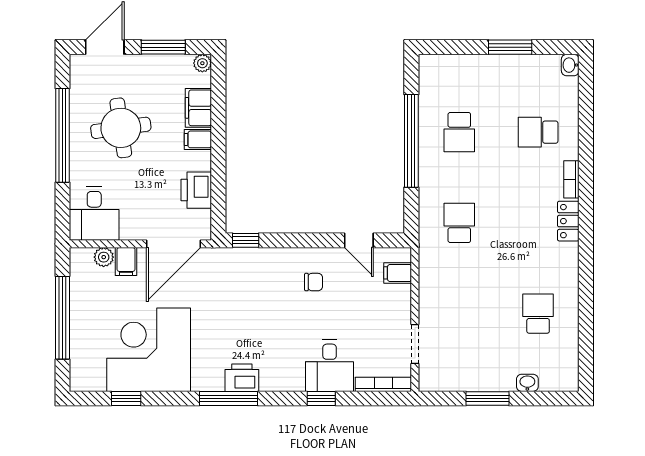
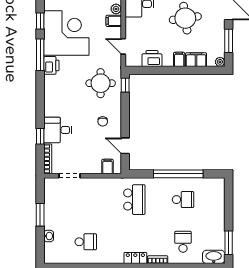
window: (510, 47) -> (229, 243), moved
washbasin: (570, 65) -> (214, 257), width x1.91, depth x1.45
school desk: (459, 132) -> (183, 200), turned 180
school desk: (459, 223) -> (134, 200), width x1.85
door: (359, 240) -> (125, 146), hinge flipped
door: (173, 244) -> (123, 46), width x0.53
round table: (242, 286) -> (101, 83), added
printer: (242, 378) -> (51, 65), moved
window: (228, 398) -> (40, 55), moved
window: (321, 398) -> (40, 136), moved

